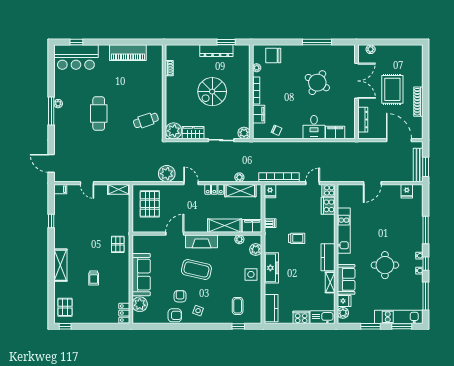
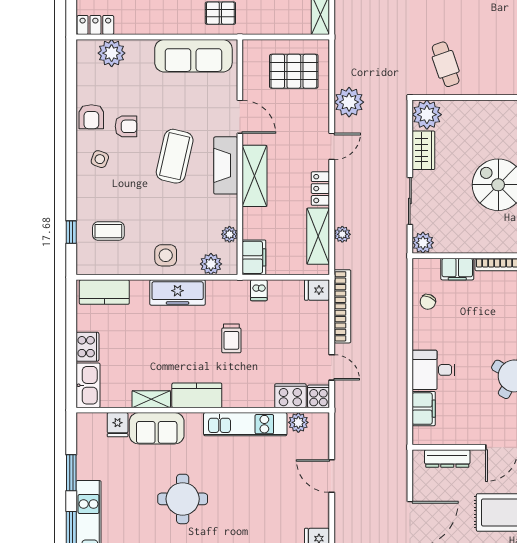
shelving: (225, 226) -> (255, 176), moved
sofa: (141, 275) -> (193, 56), moved
plant: (343, 313) -> (298, 422), moved

